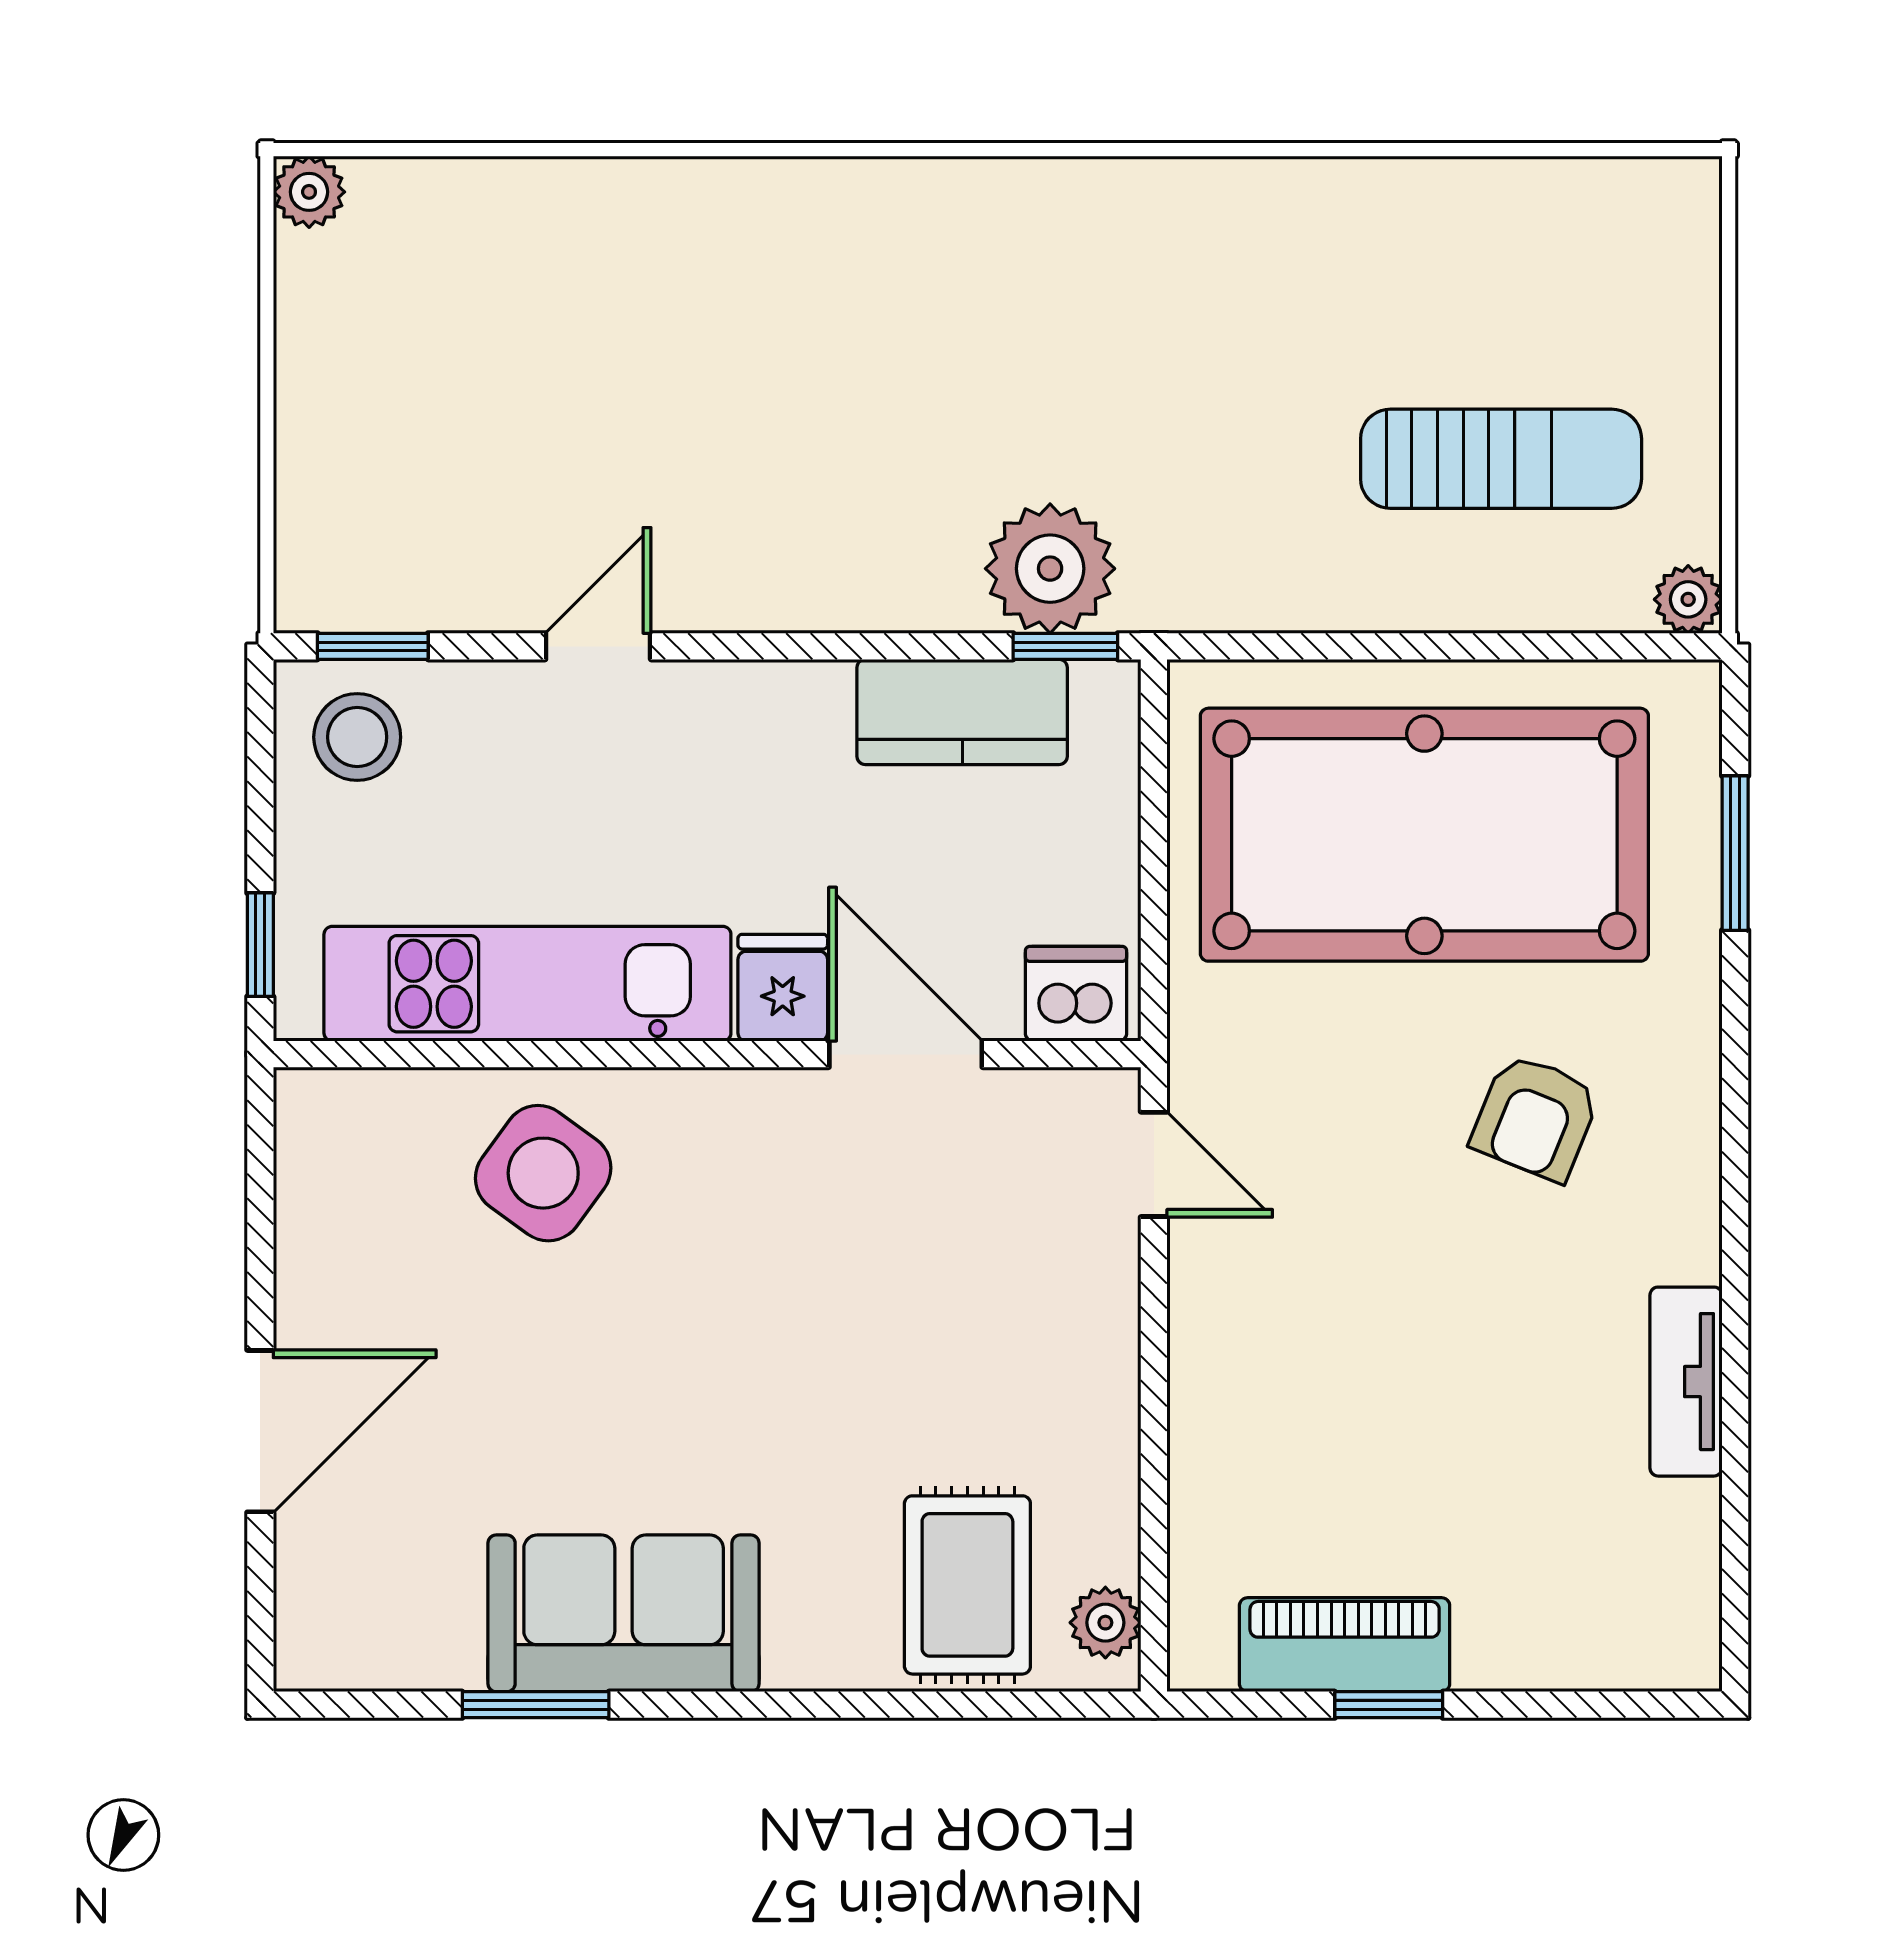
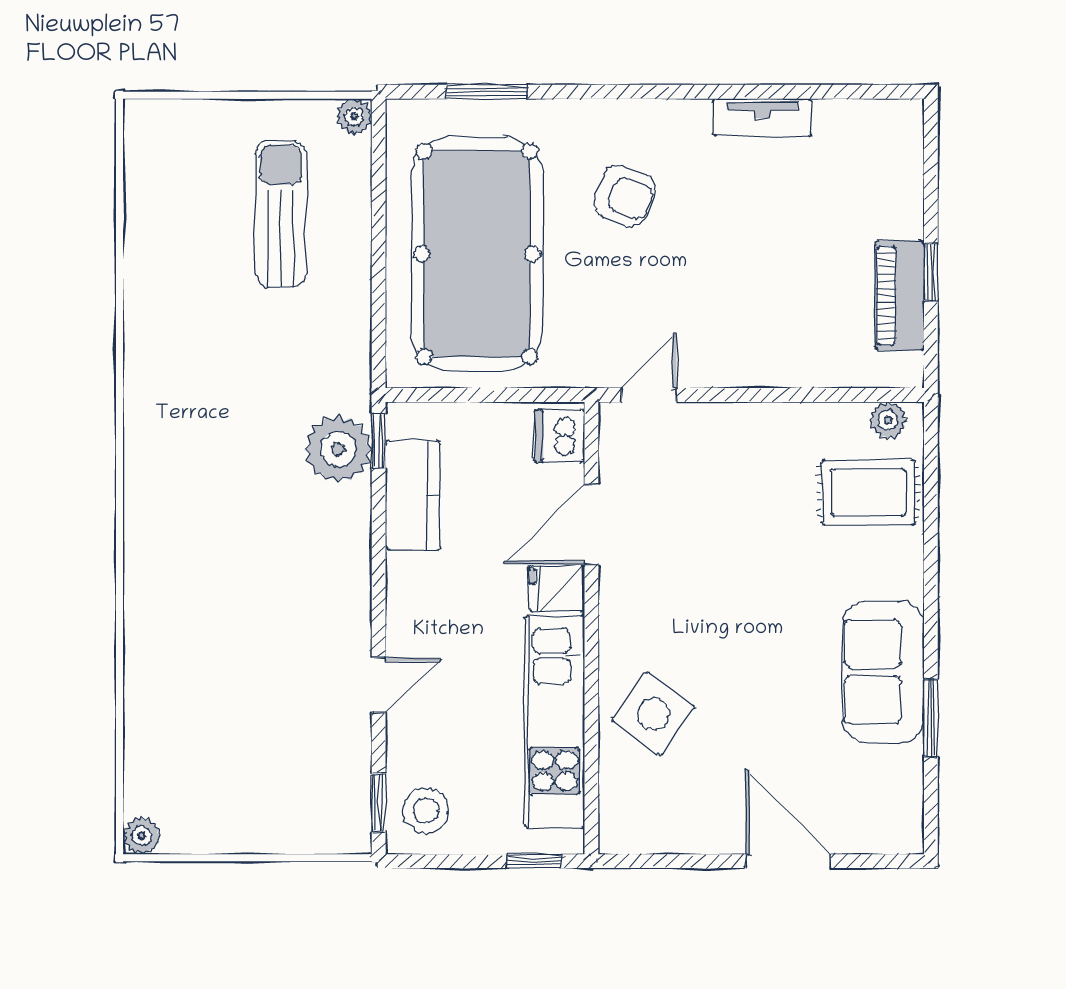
door: (598, 646) -> (379, 685), swing flipped

